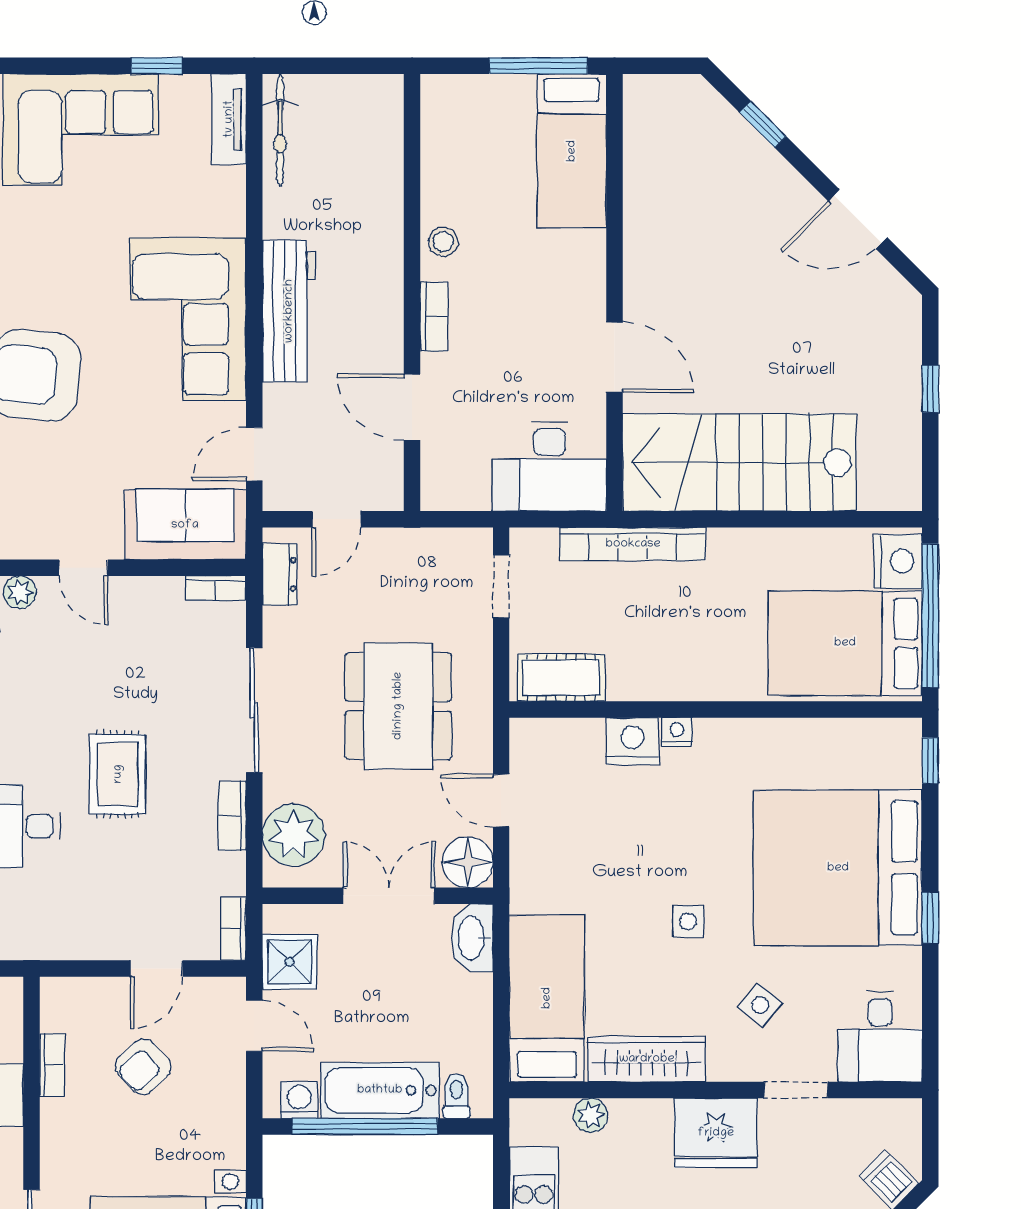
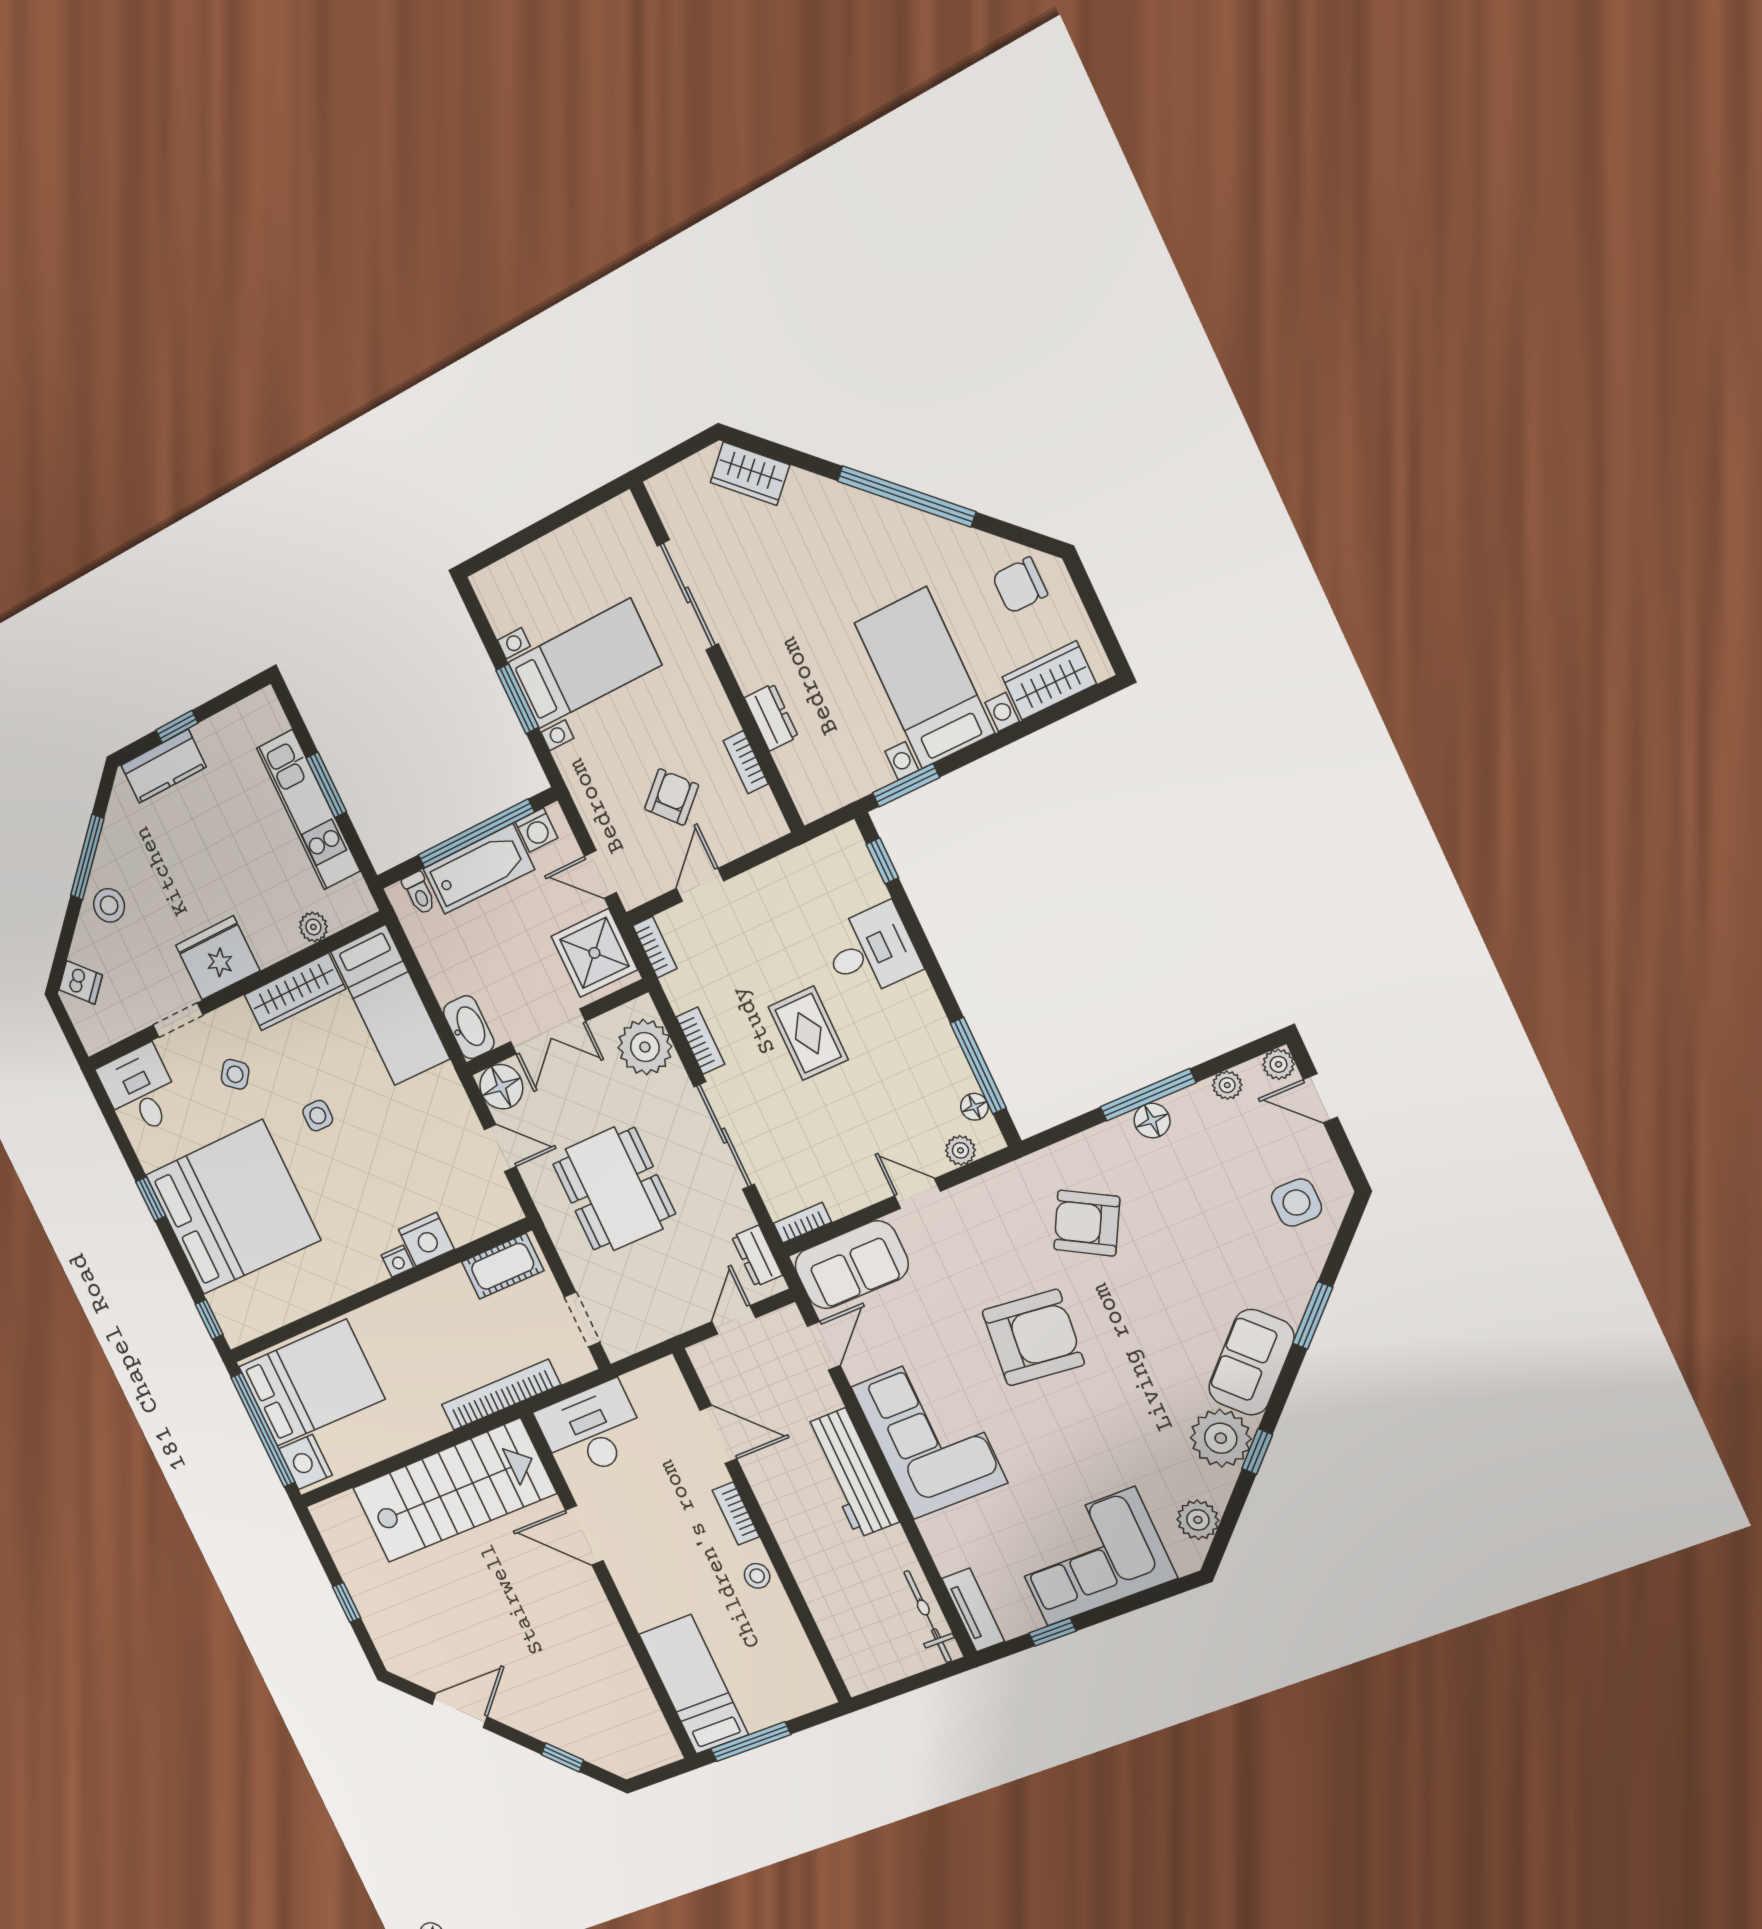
shower: (290, 962) -> (594, 953), width x1.36, depth x1.36

